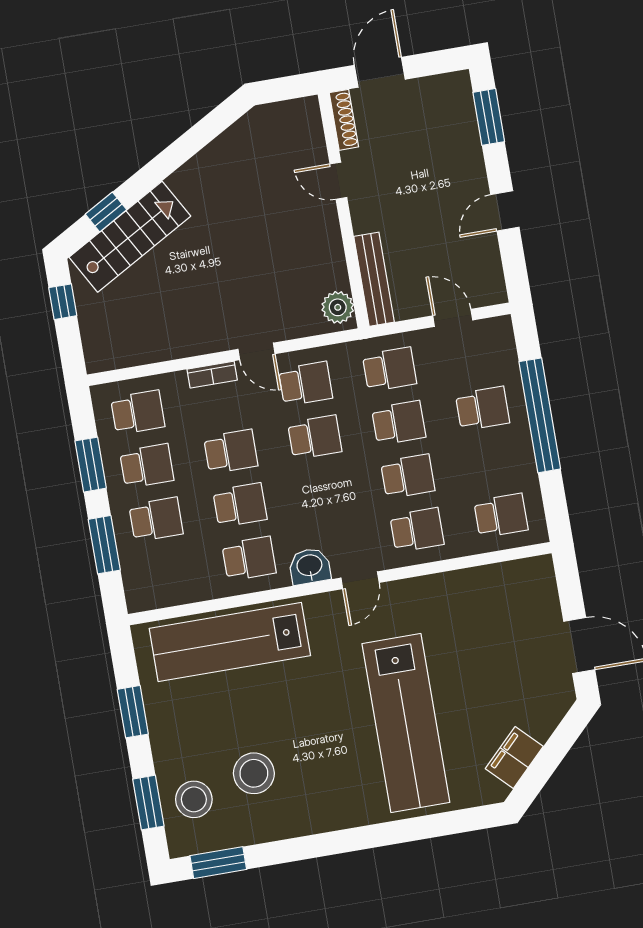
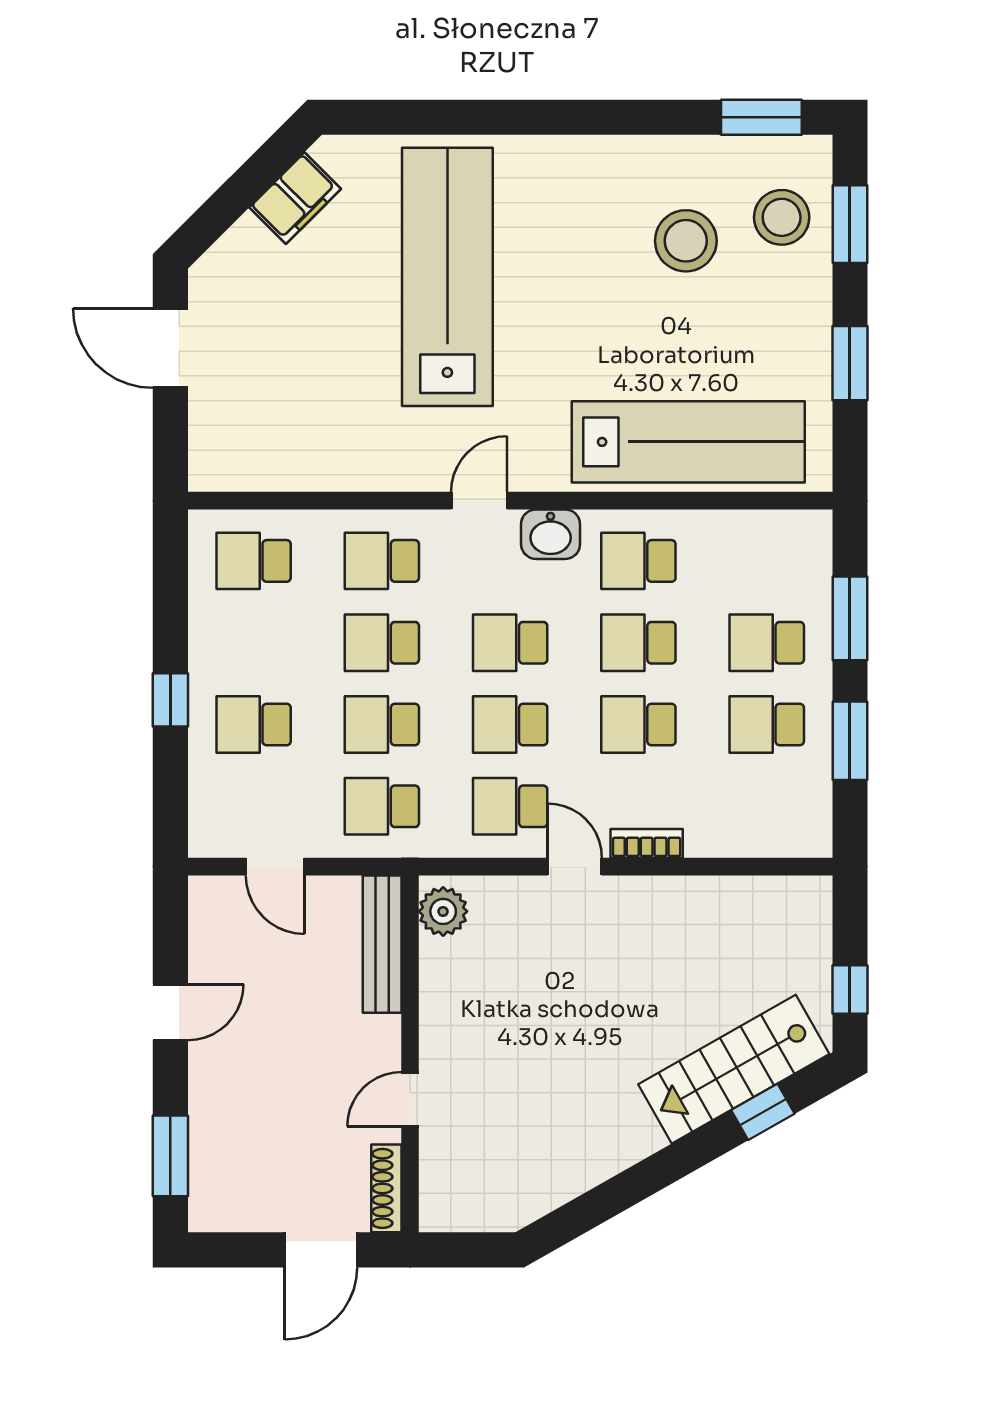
door: (338, 181) -> (410, 1099), swing flipped
school desk: (138, 412) -> (510, 643), moved
window: (540, 415) -> (170, 700), width x0.32

